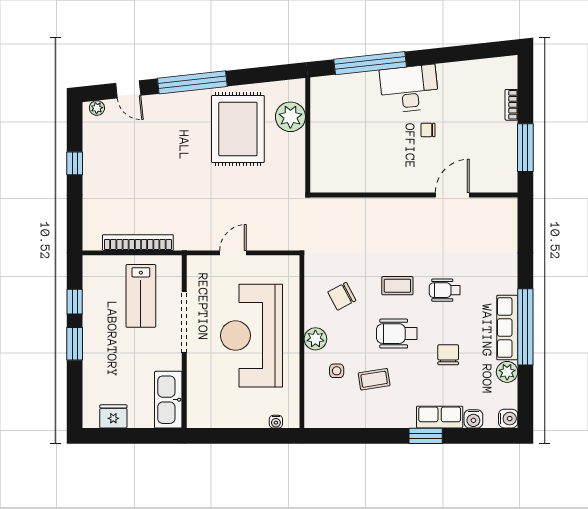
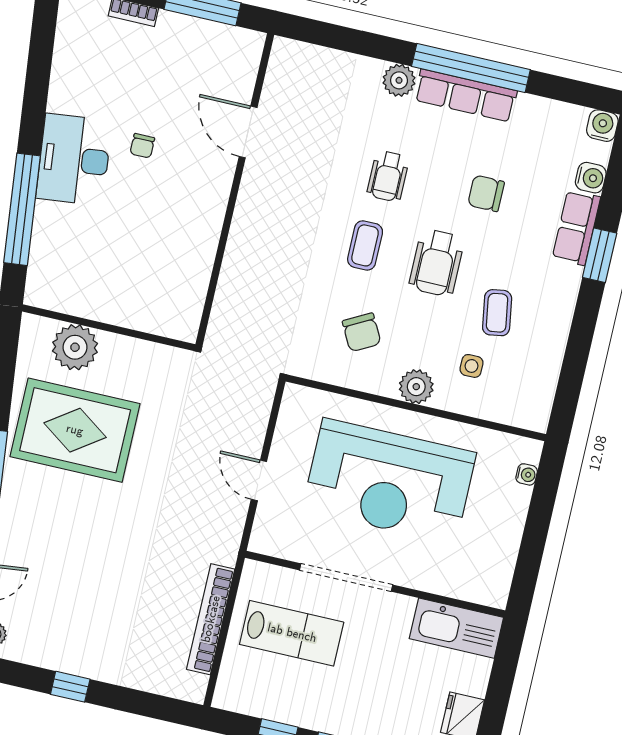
plant: (507, 372) -> (399, 80), moved

